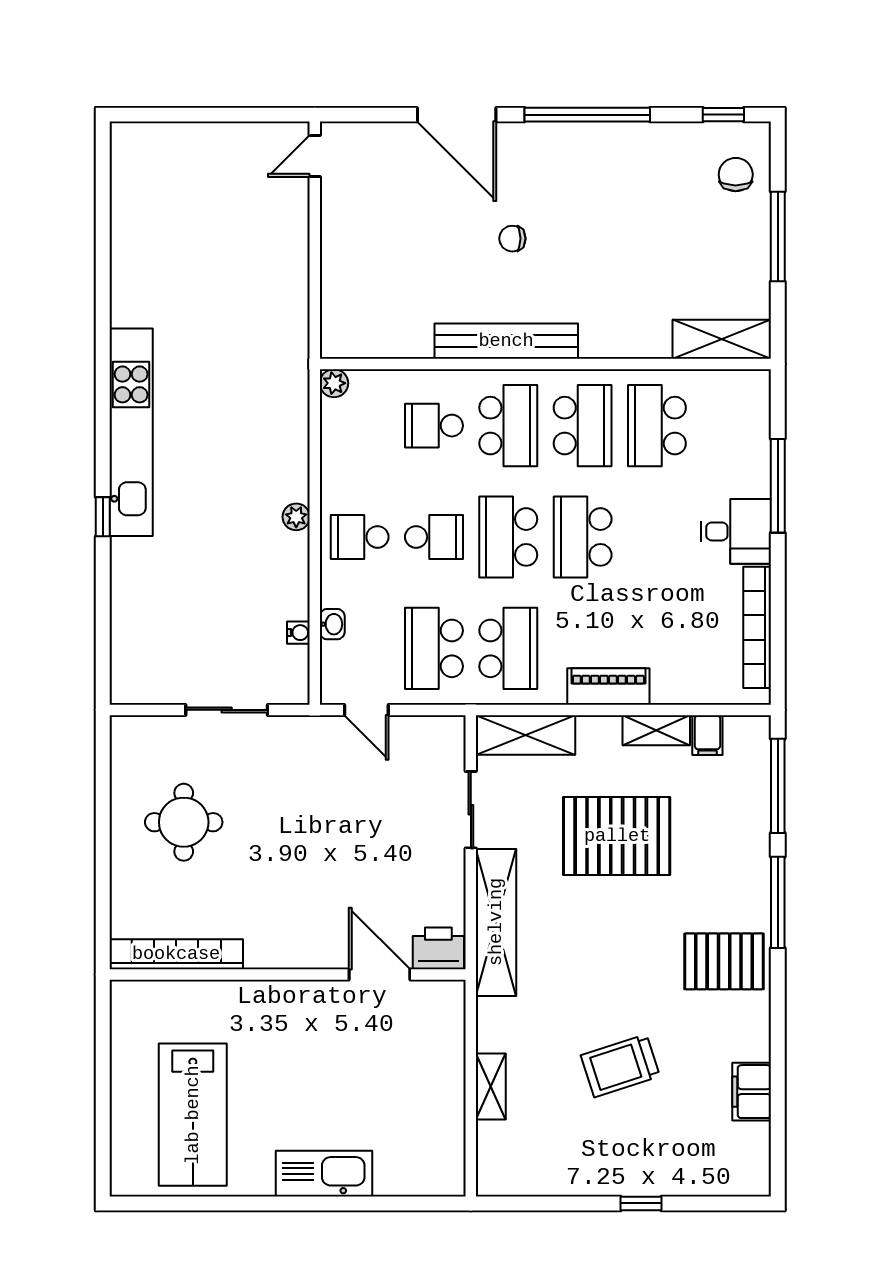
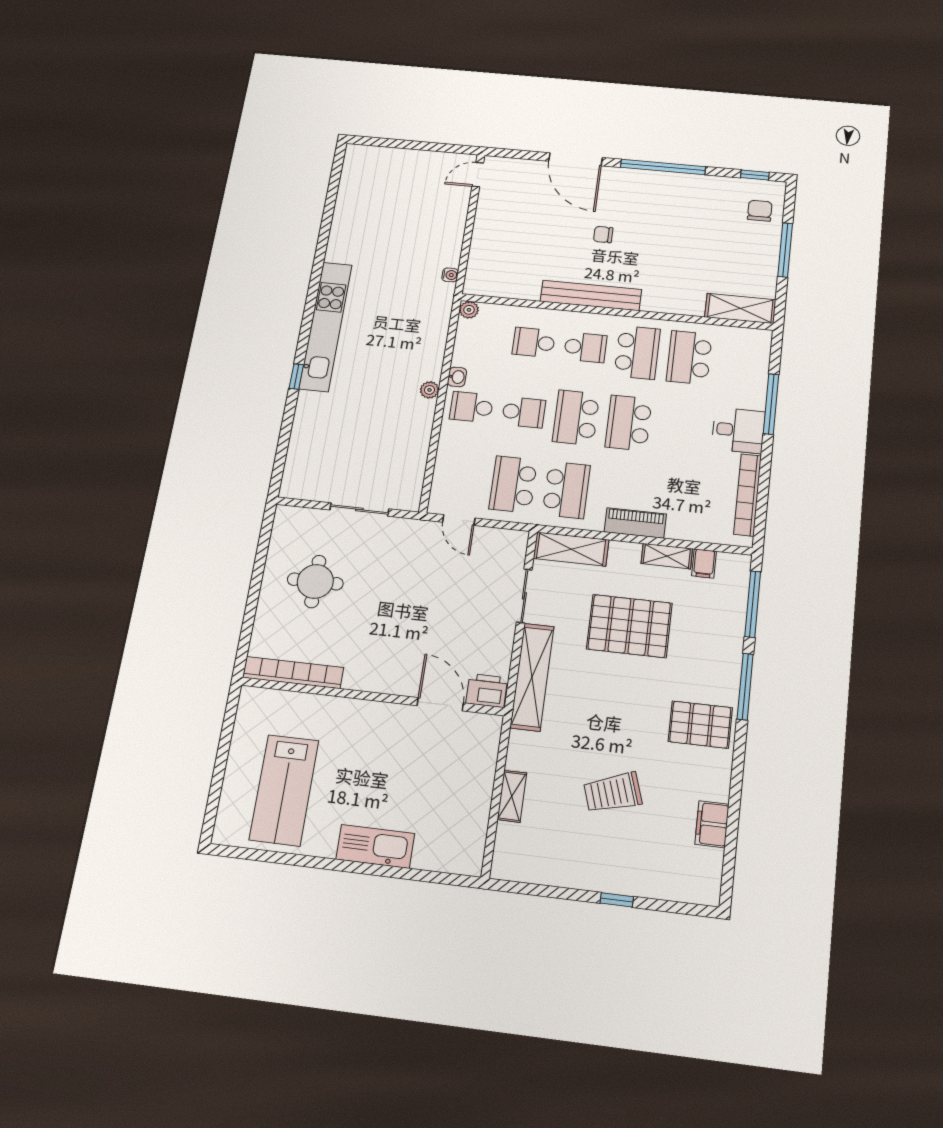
school desk: (508, 426) -> (585, 347), width x0.54
washbasin: (332, 624) -> (457, 377), moved
water cooler: (298, 633) -> (450, 275), moved

